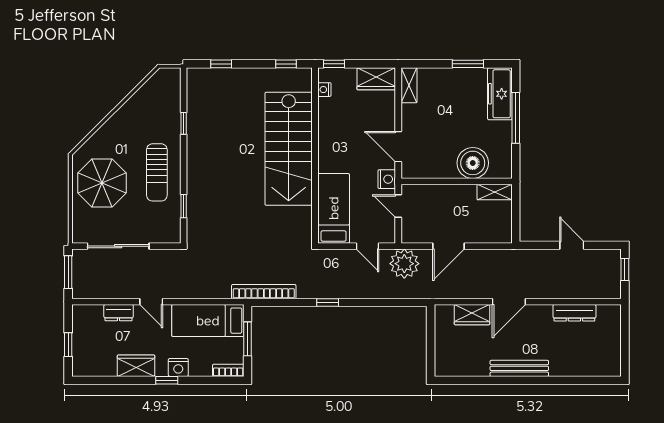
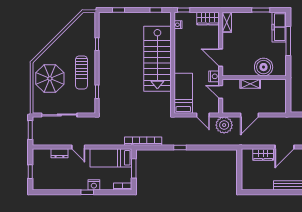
shelving: (495, 192) -> (250, 84), moved
wardrobe: (136, 366) -> (69, 184), removed

